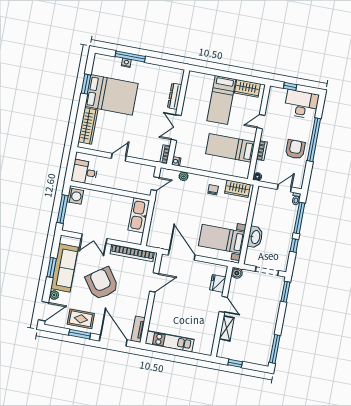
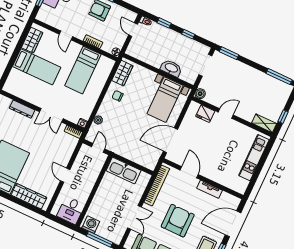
window: (299, 218) -> (164, 23), width x0.46
armchair: (102, 283) -> (178, 221), turned 125
shelving: (227, 328) -> (264, 123), moved
tv unit: (138, 329) -> (209, 189), moved
kitchen unit: (170, 341) -> (254, 158), moved

